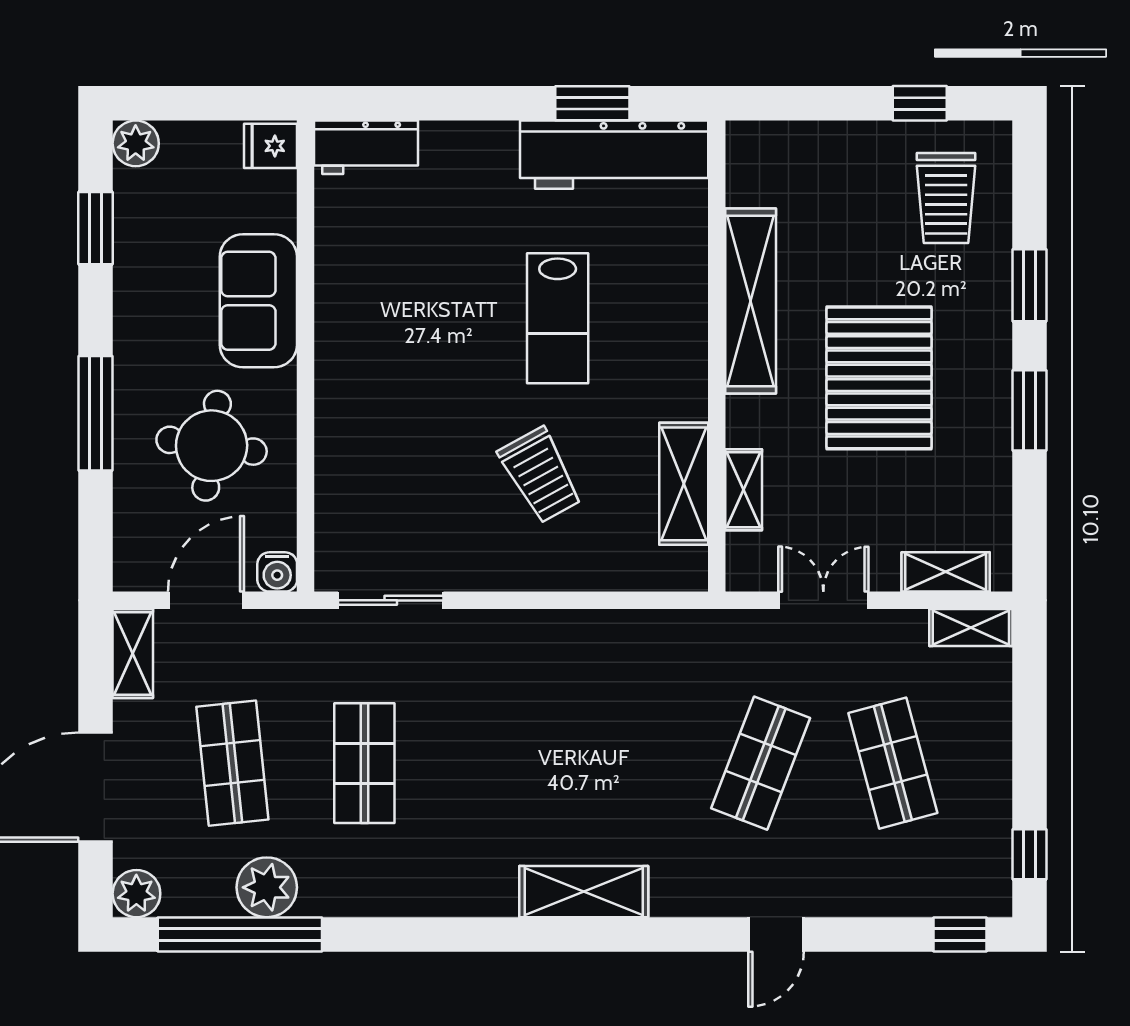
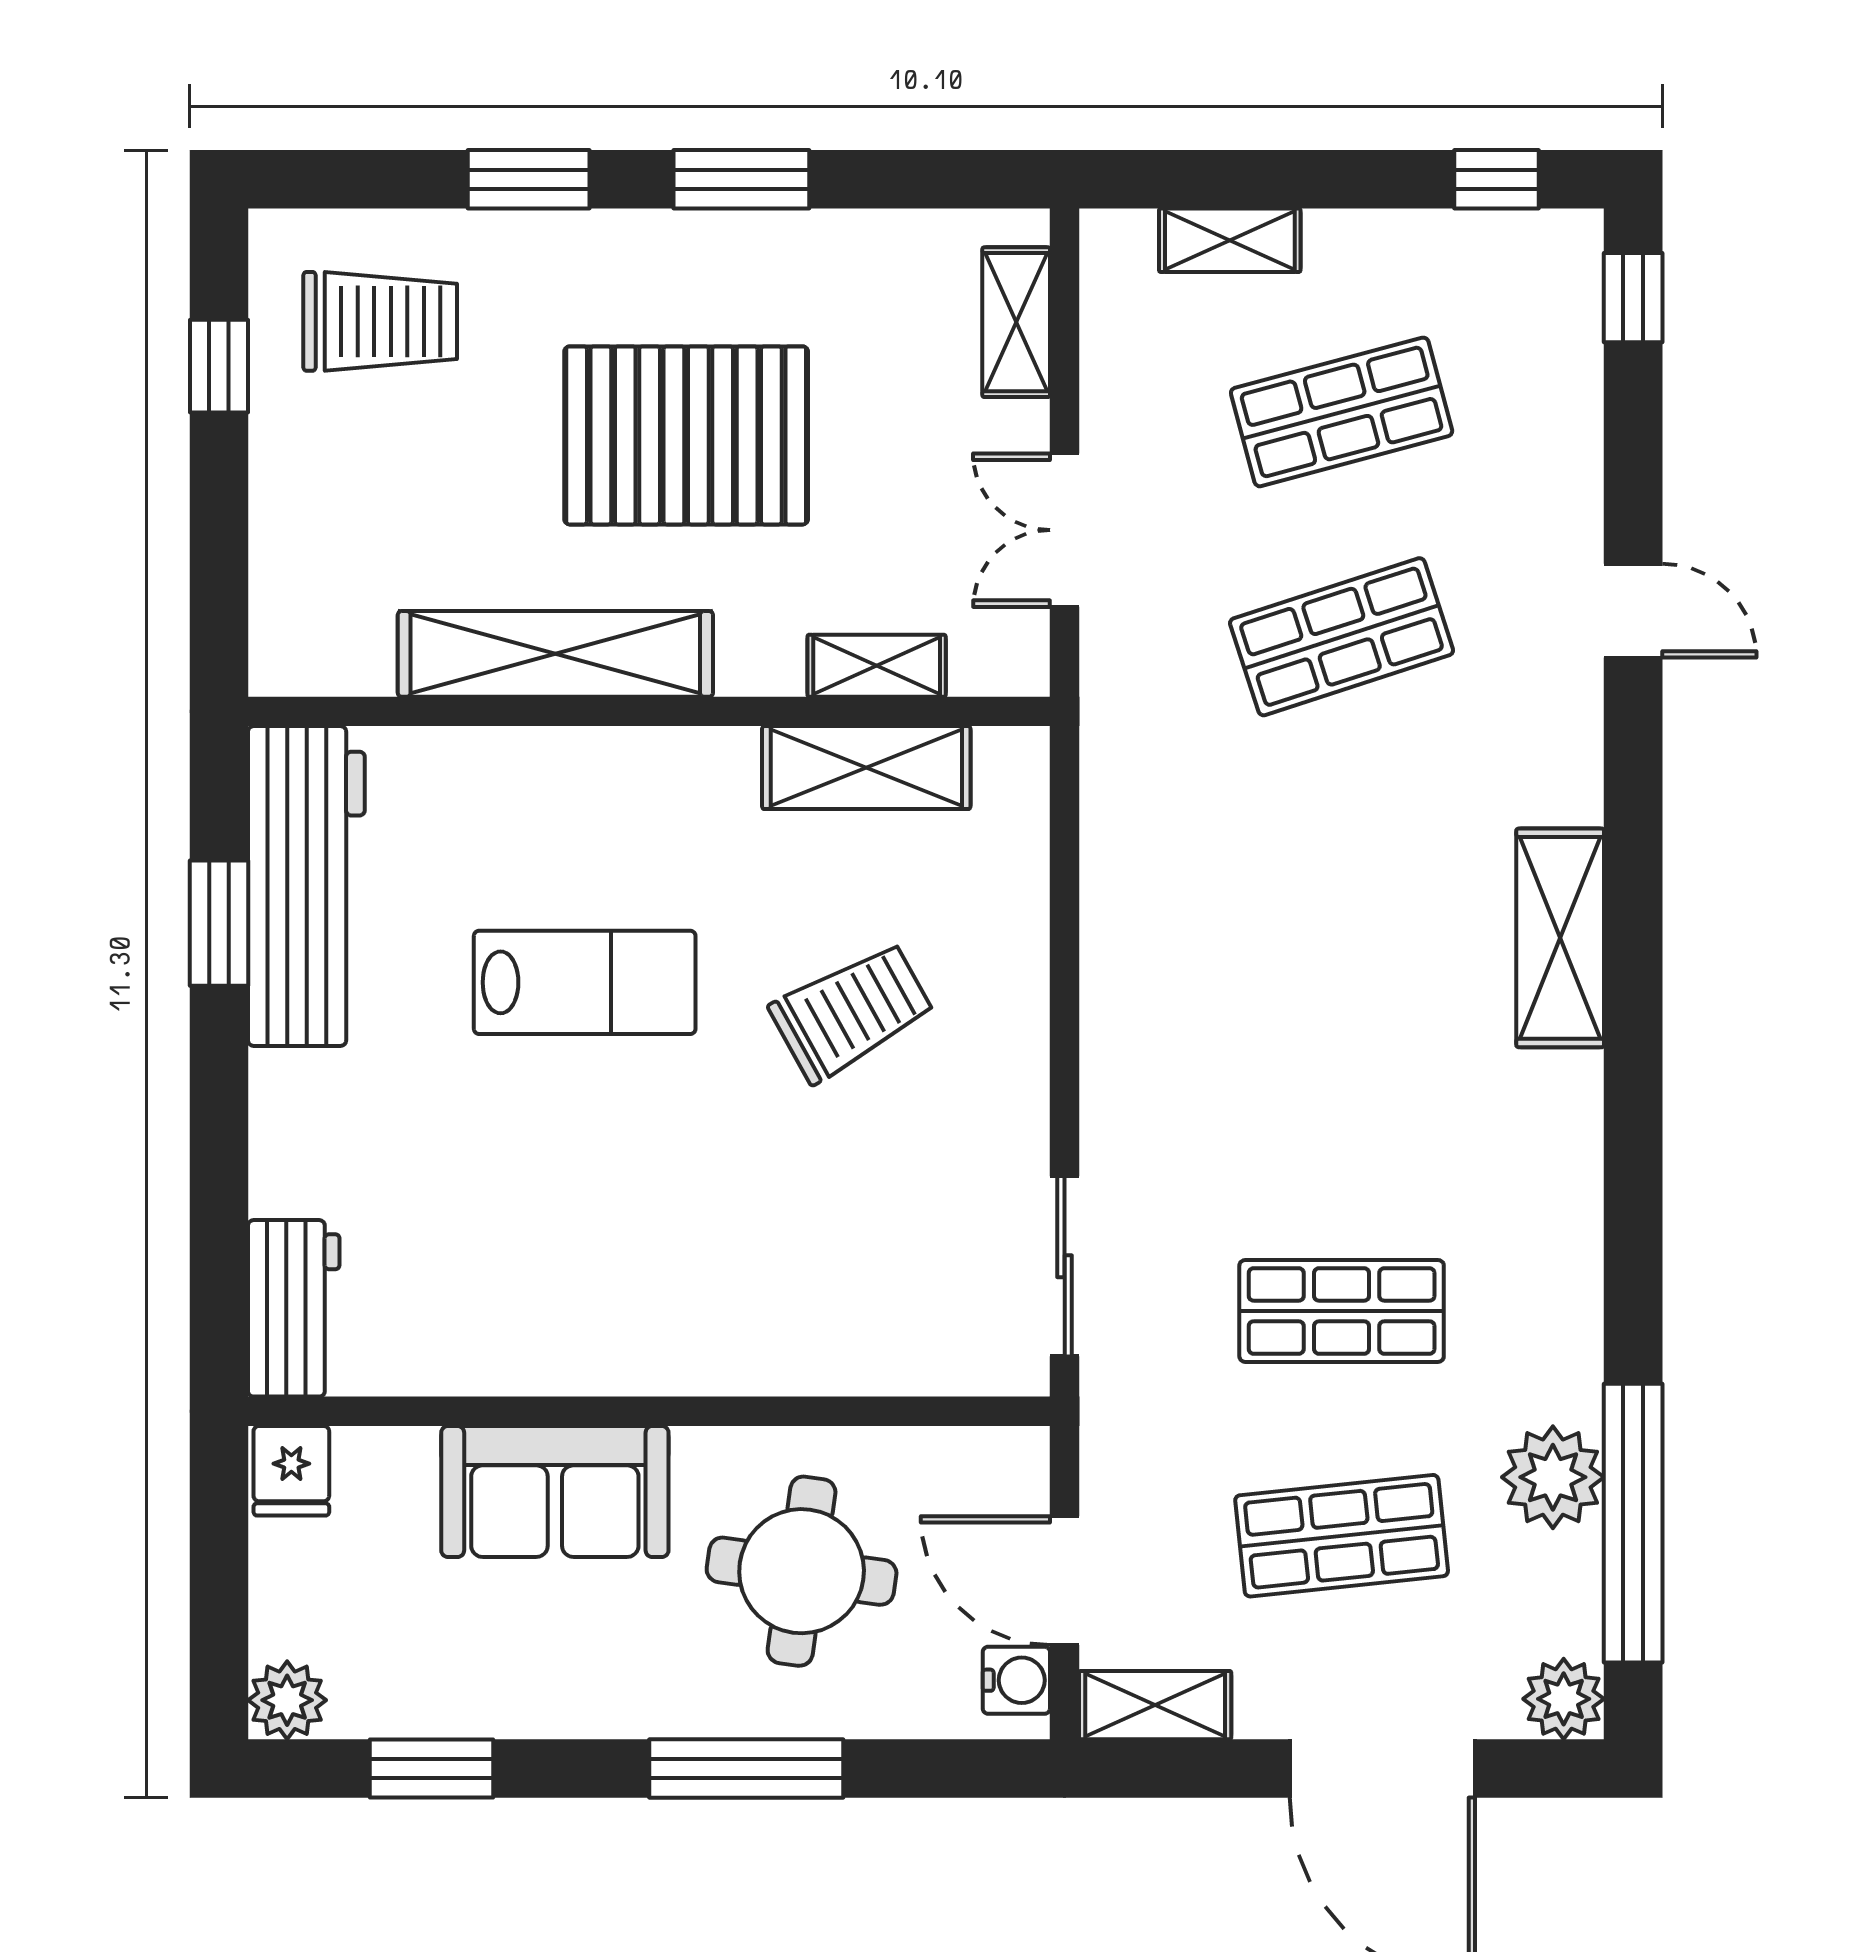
water cooler: (277, 572) -> (1016, 1680), moved
shelving: (971, 628) -> (1230, 240), moved, turned 90
shop shelf: (761, 763) -> (1342, 637), turned -39

